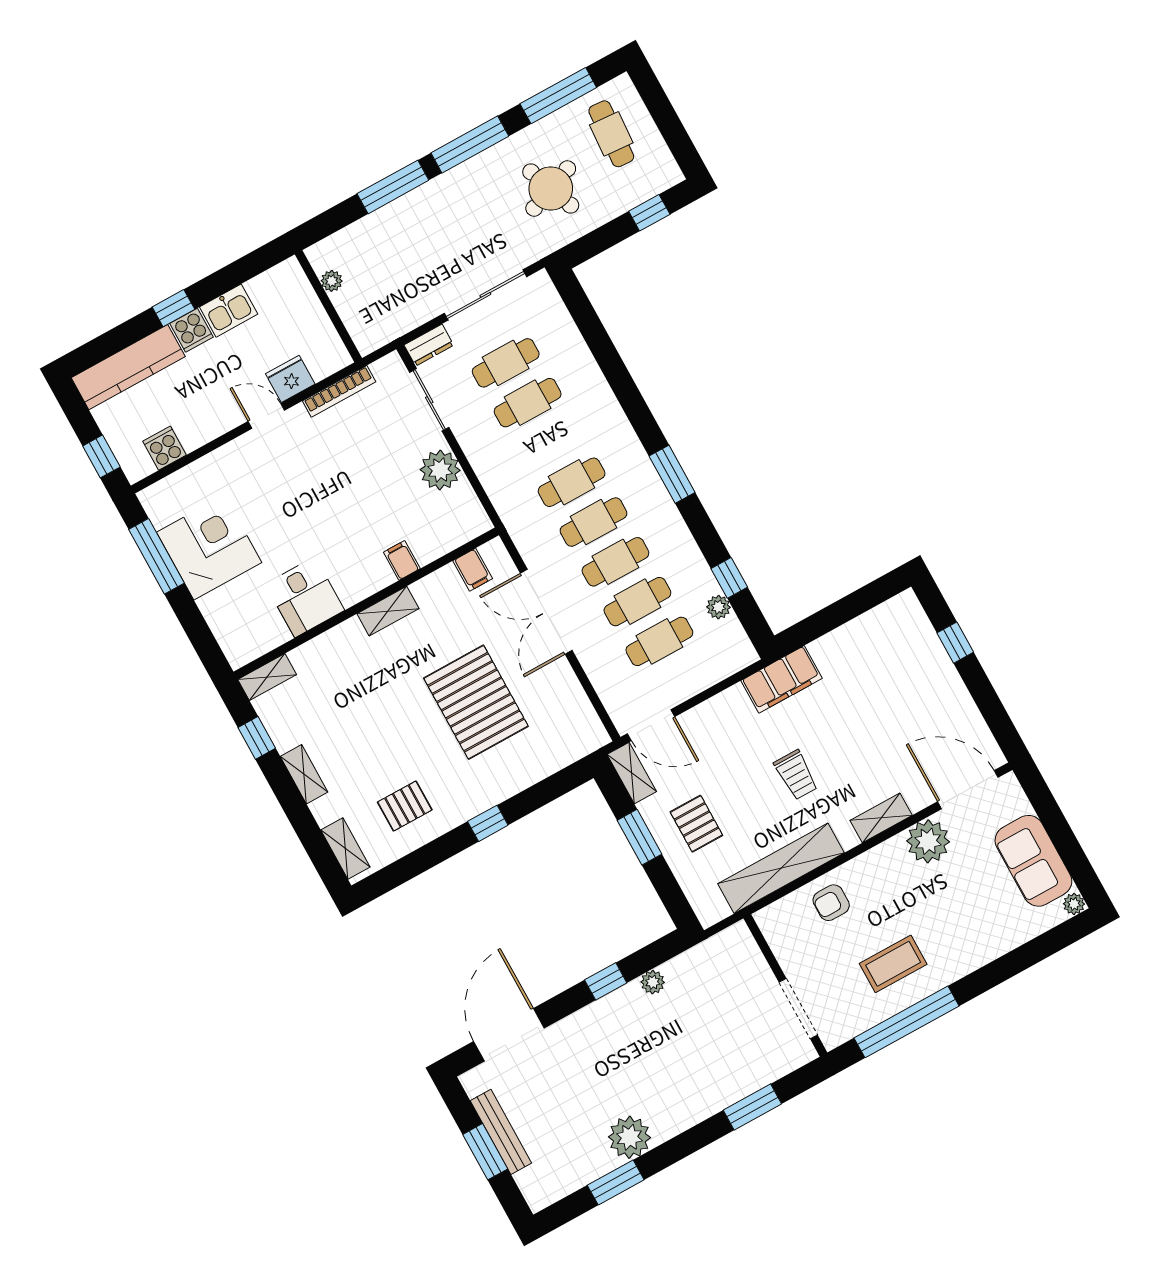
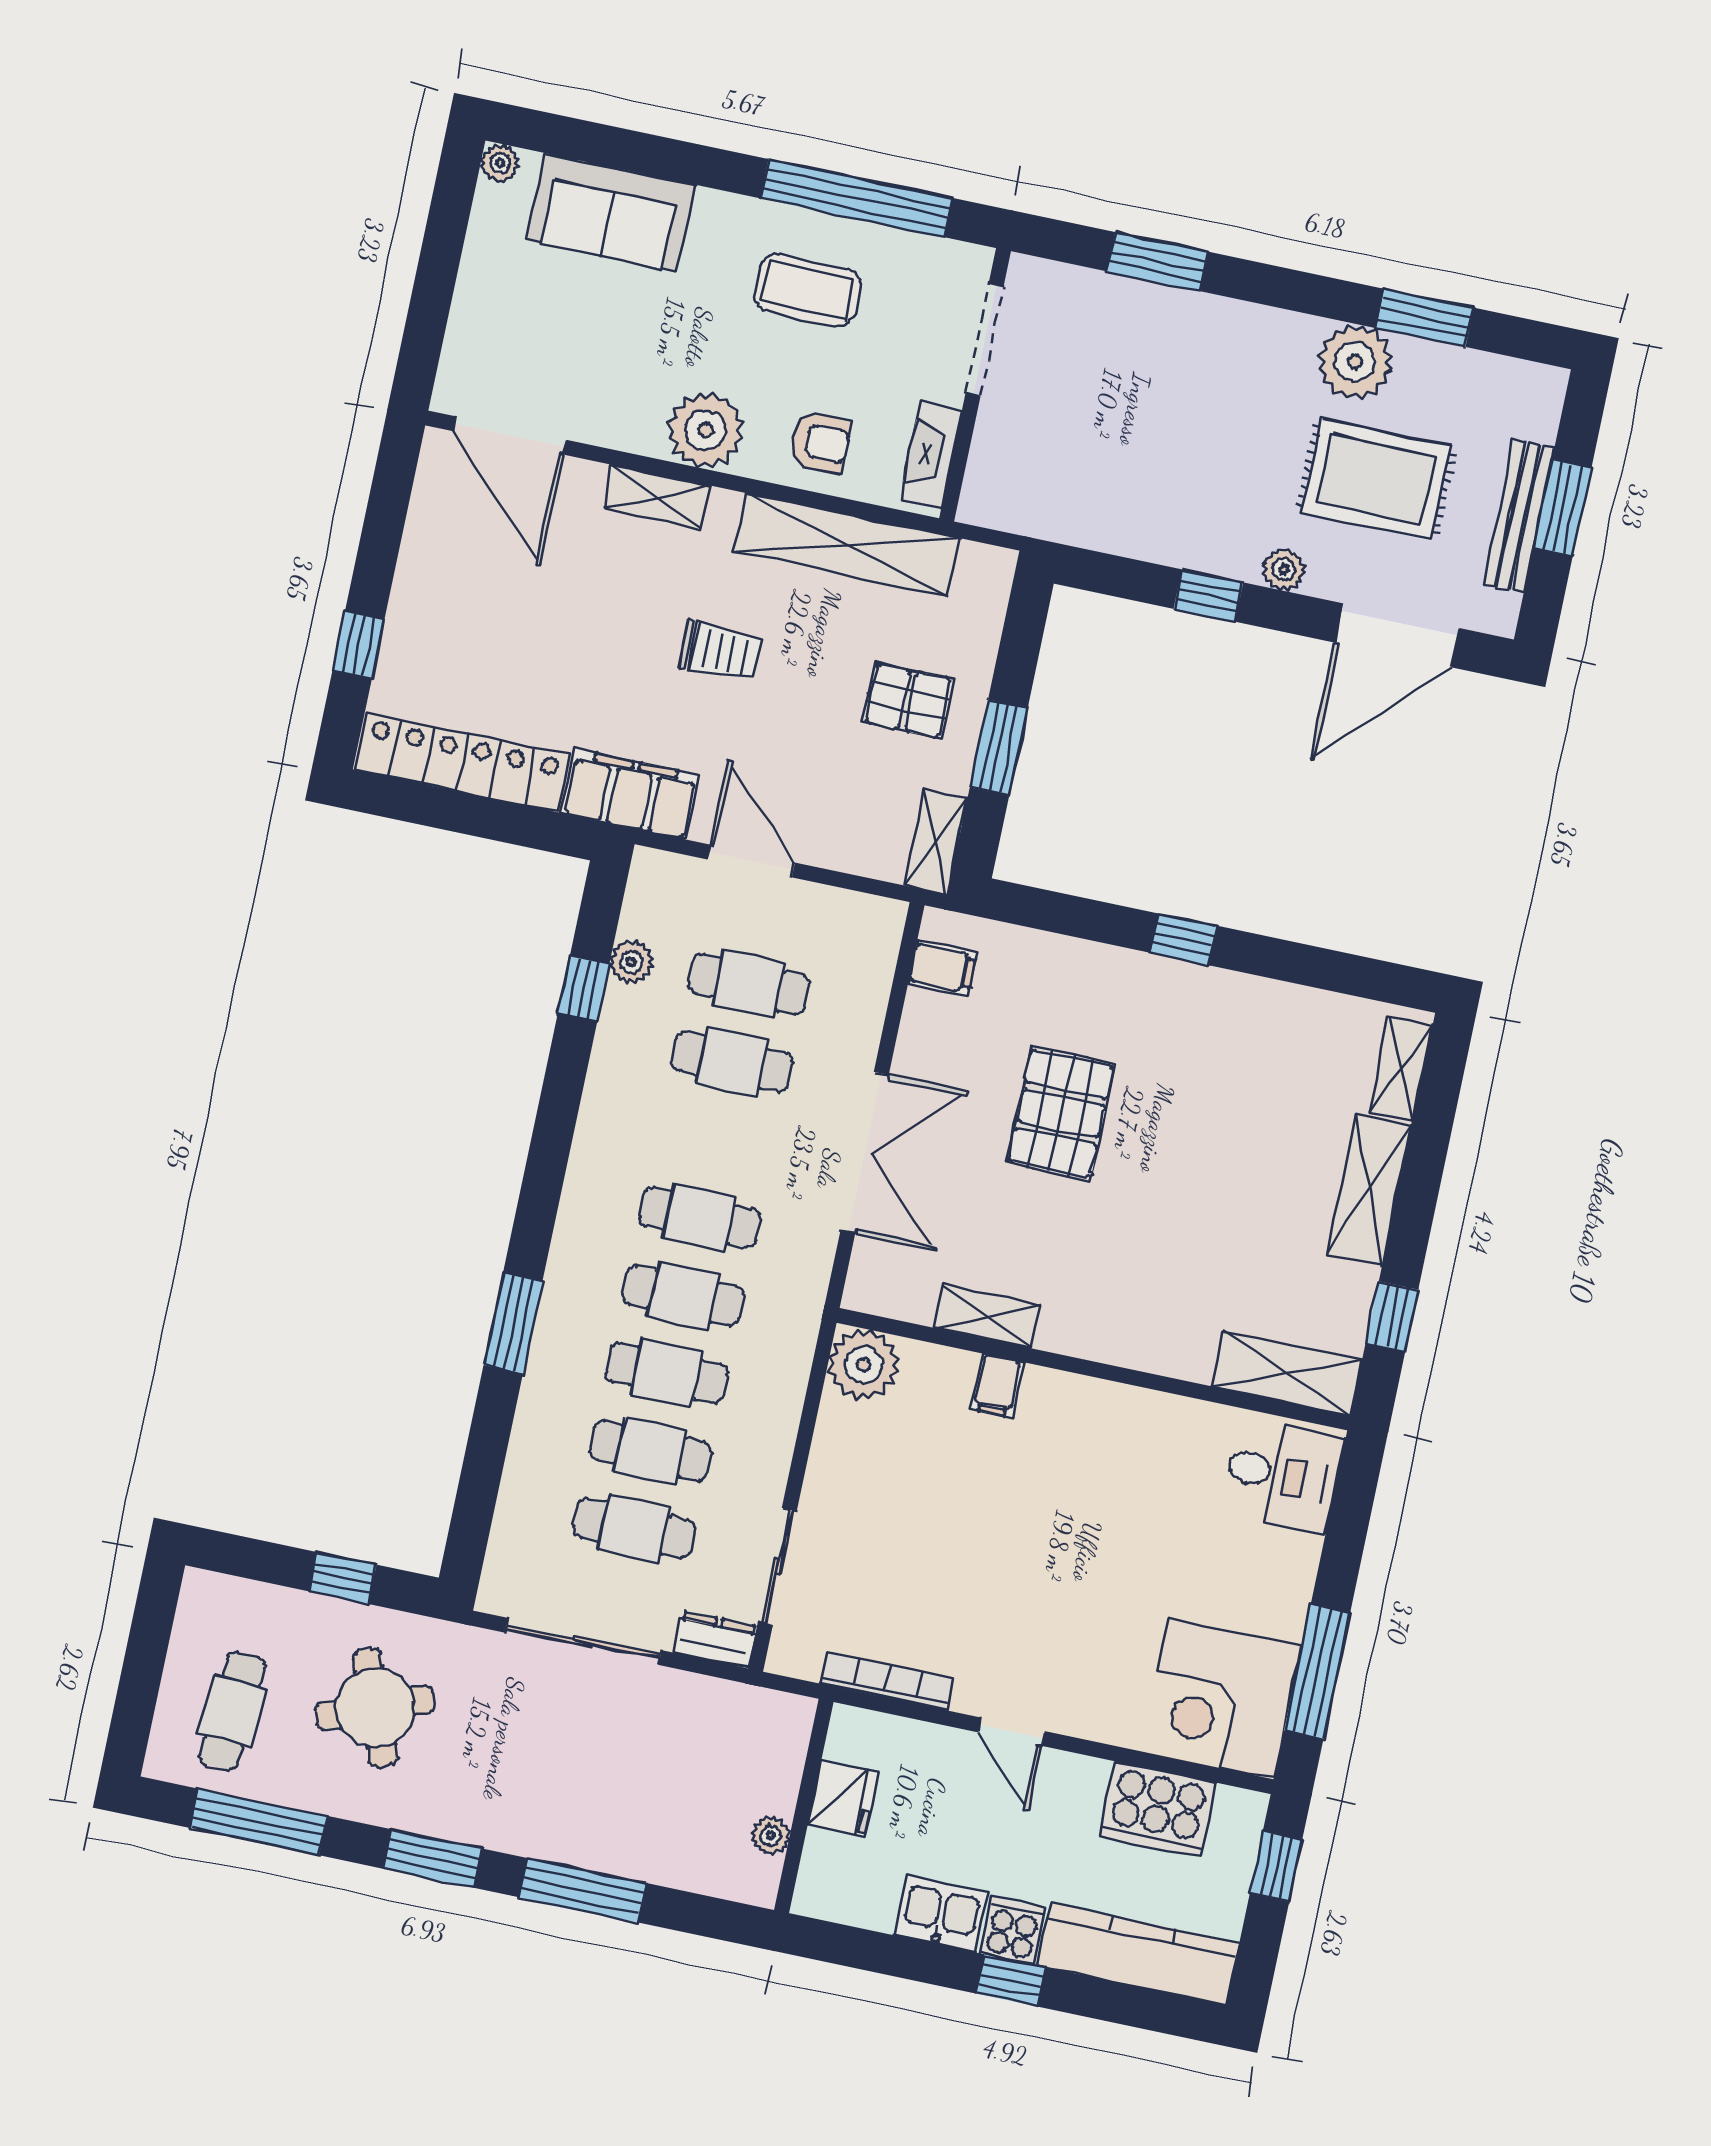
window: (470, 145) -> (432, 1858), width x0.69
window: (649, 213) -> (343, 1578), moved
fridge: (290, 379) -> (843, 1799), moved, turned -90
cooker: (164, 448) -> (1158, 1809), width x1.87, depth x1.31
plant: (440, 470) -> (864, 1365), moved
window: (672, 474) -> (513, 1323), moved
corner desk: (209, 547) -> (1221, 1699), moved
cafe table: (615, 562) -> (667, 1373), moved
filing cabinet: (473, 570) -> (943, 968), moved, turned 90
desk: (305, 597) -> (1283, 1475), moved, turned 90
shelving: (388, 611) -> (987, 1316), moved
locker: (866, 630) -> (462, 762), added
shelving: (267, 677) -> (1287, 1373), width x1.50, depth x1.33
pallet: (476, 702) -> (1061, 1113), width x0.73, depth x0.71
door: (651, 725) -> (751, 861), moved
shelving: (304, 774) -> (1369, 1190), width x1.50, depth x1.33
trolley: (796, 775) -> (720, 651), turned 90
pallet: (405, 806) -> (1274, 1057), removed
pallet: (696, 824) -> (908, 701), turned 90
plant: (928, 841) -> (705, 430), moved
sofa: (1033, 861) -> (610, 212), moved, turned 90
fireplace: (778, 938) -> (931, 455), added
plant: (653, 982) -> (1284, 569), moved
rug: (576, 1094) -> (1376, 479), added

